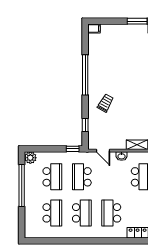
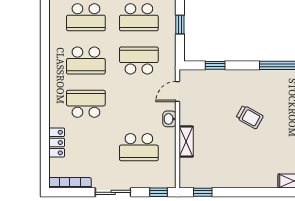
trolley: (105, 103) -> (250, 117), moved
window: (73, 149) -> (180, 24), moved

